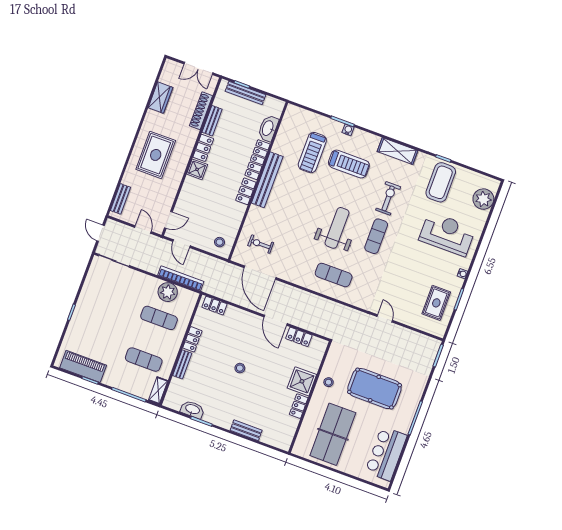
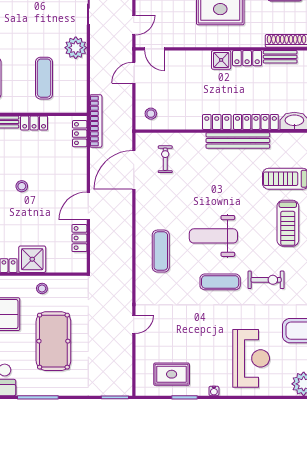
weight bench: (337, 228) -> (213, 236), turned 180
bookcase: (181, 278) -> (96, 121), moved
plant: (168, 292) -> (76, 48), moved

